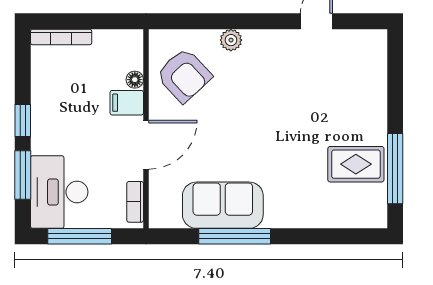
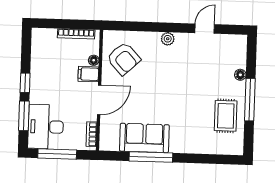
bookcase: (61, 37) -> (76, 34), moved
plant: (231, 40) -> (168, 39), moved
floor lamp: (378, 96) -> (240, 75), added
rug: (356, 164) -> (226, 116), turned 90
window: (395, 169) -> (250, 100), moved

